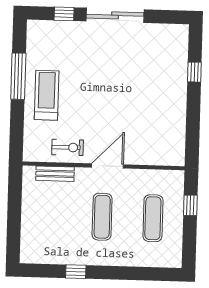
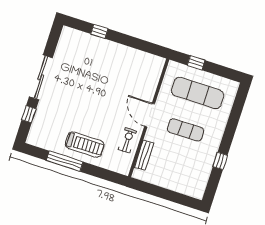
treadmill: (47, 95) -> (85, 145), turned 180
exercise mat: (153, 218) -> (198, 93), width x1.36, depth x1.45

